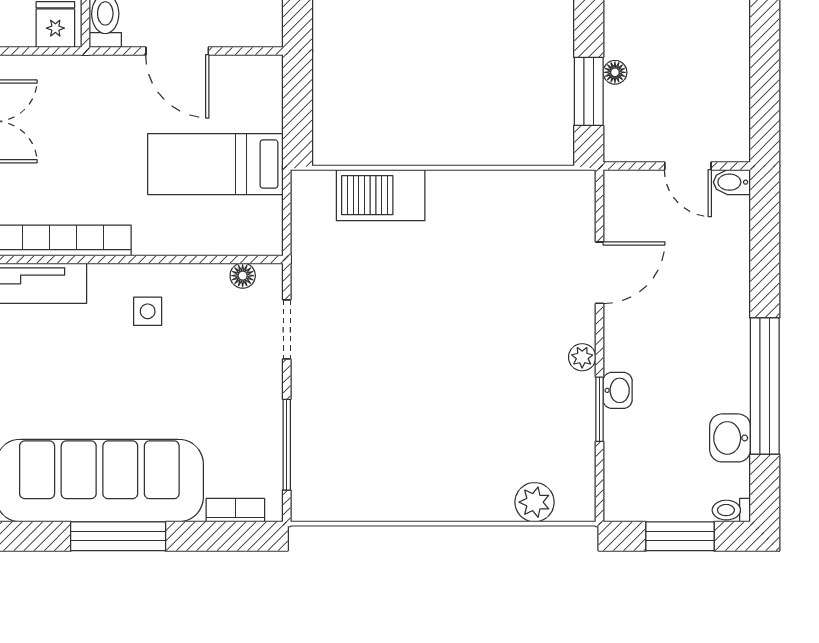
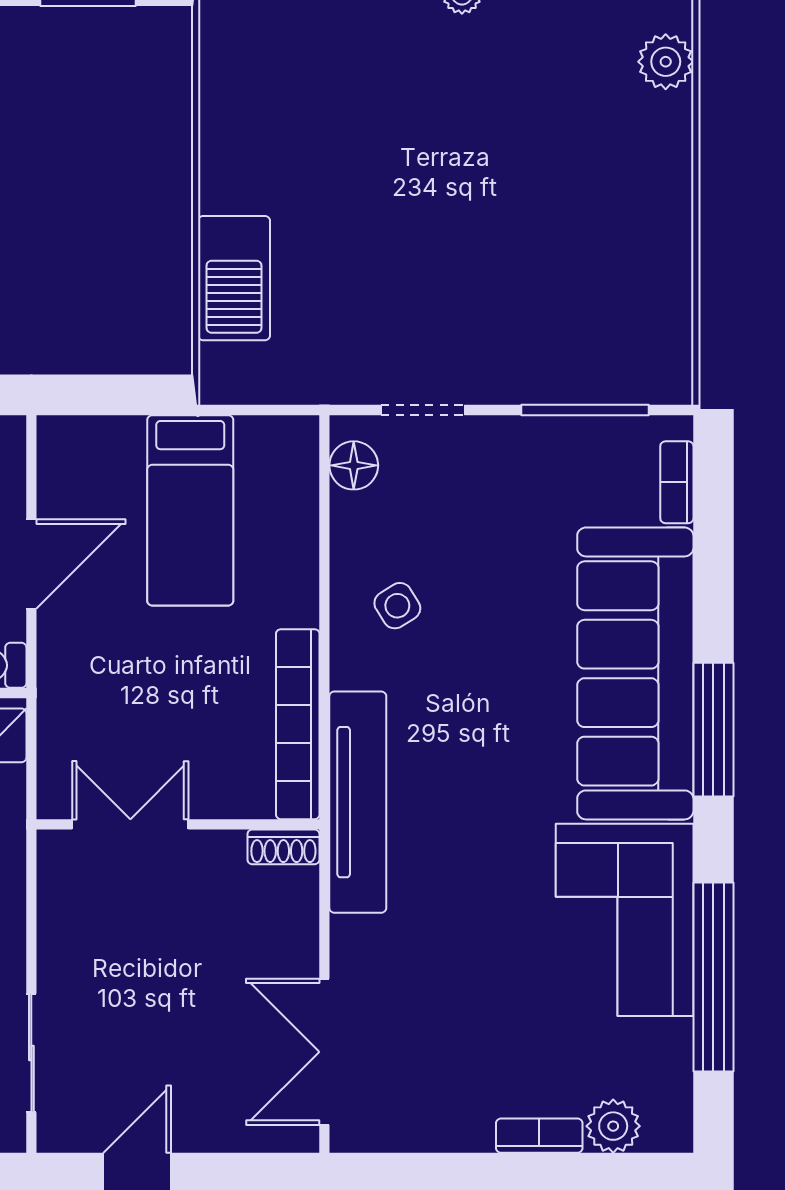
floor lamp: (243, 276) -> (354, 465), width x1.37, depth x1.37
side table: (148, 311) -> (397, 606), turned -32
window: (118, 536) -> (713, 730), moved

